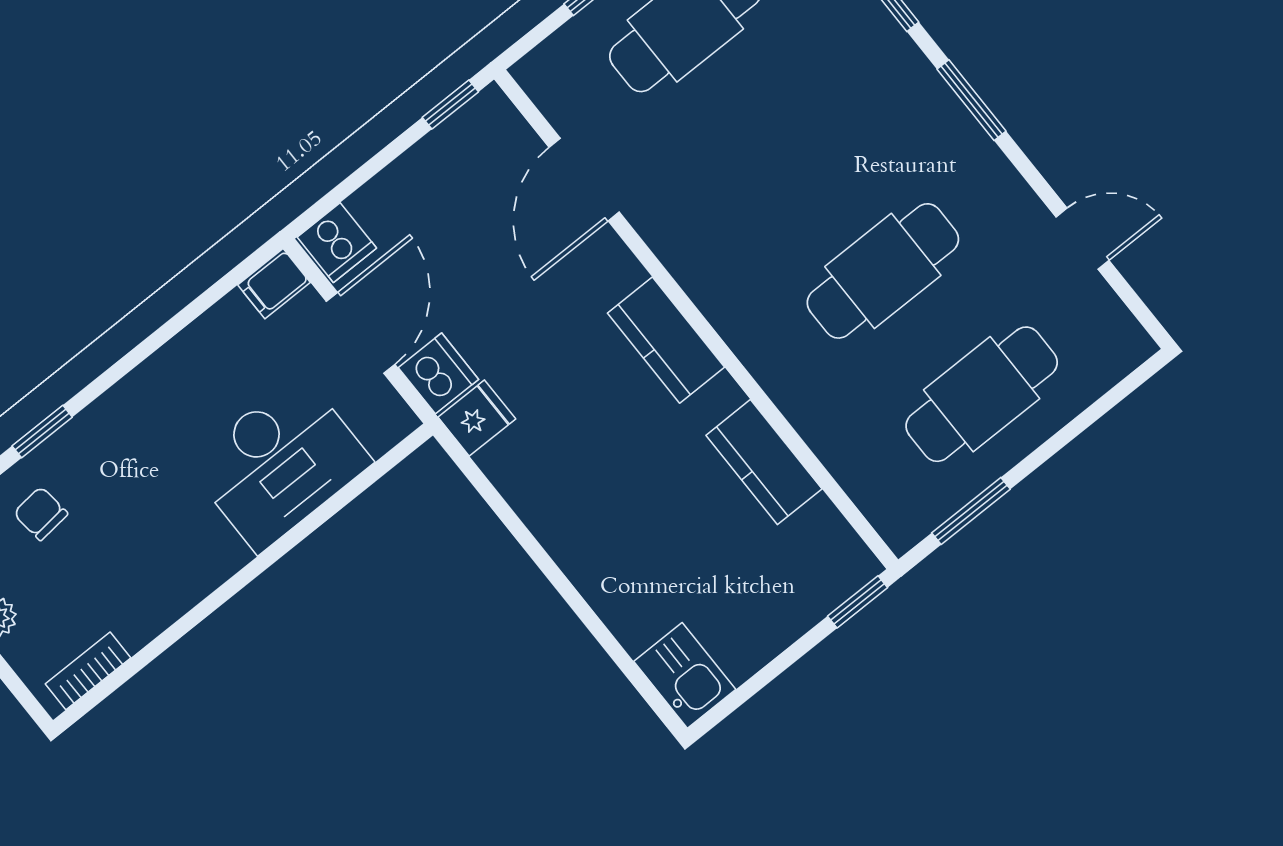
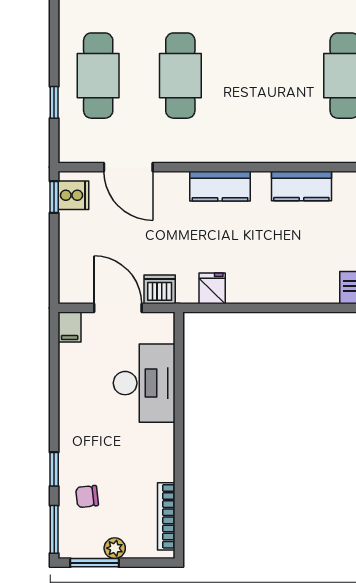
cooker: (337, 243) -> (73, 195), moved
cafe table: (883, 271) -> (180, 76), moved
fridge: (477, 418) -> (212, 288), moved
bookcase: (88, 671) -> (166, 516), width x1.56

